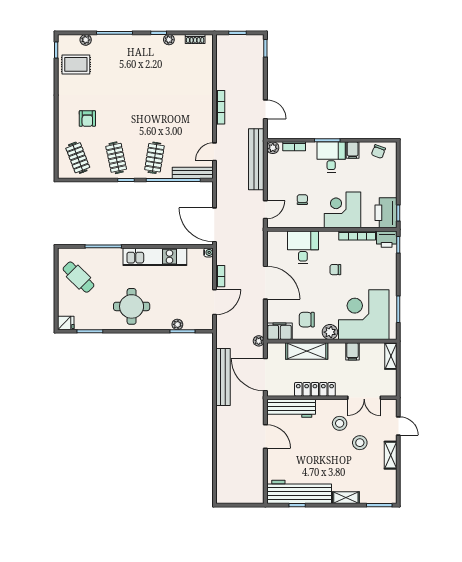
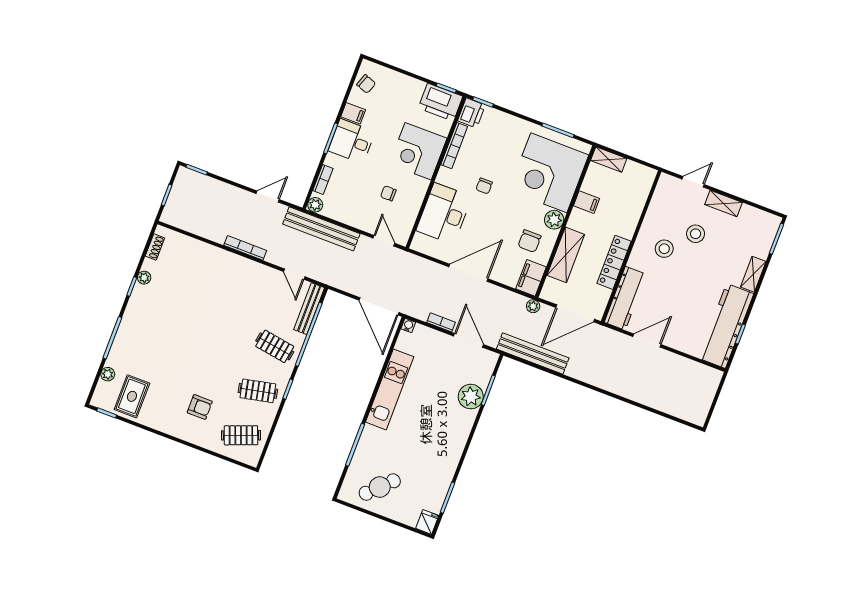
door: (214, 225) -> (379, 306), hinge flipped
desk: (303, 247) -> (444, 214), width x1.37
round table: (132, 306) -> (437, 438), removed
plant: (177, 324) -> (471, 397), width x1.88, depth x1.88
bench: (223, 377) -> (533, 353), moved
double door: (364, 398) -> (645, 209), removed

